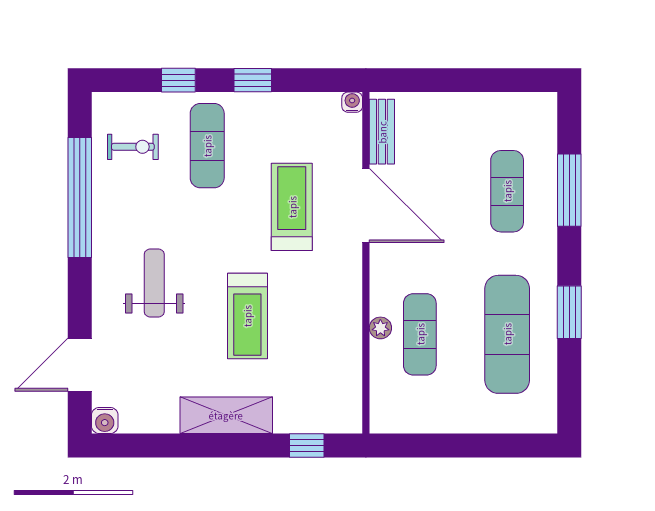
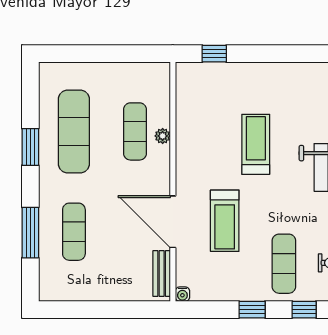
shelving: (226, 415) -> (271, 75), removed

